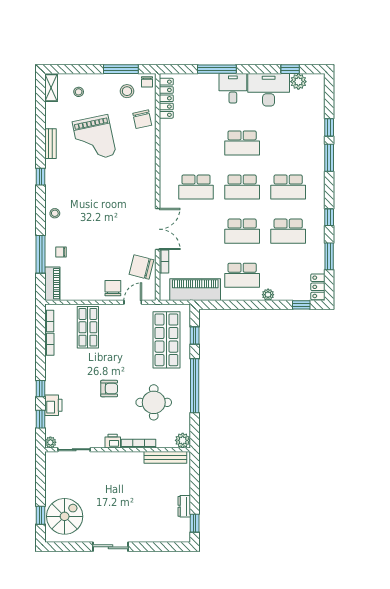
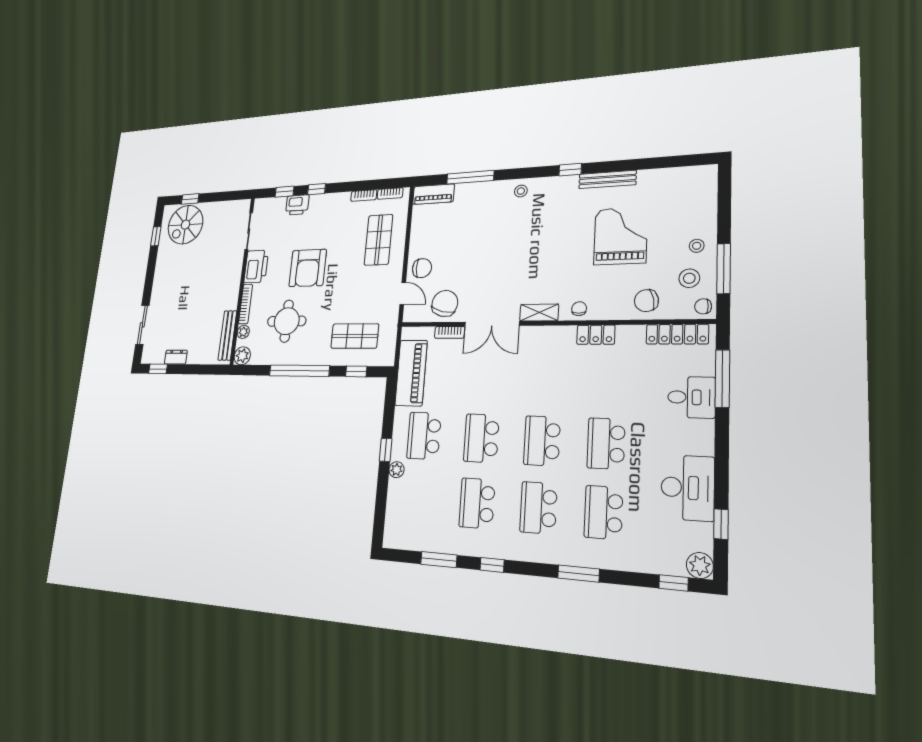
window: (217, 69) -> (722, 379), moved
plant: (298, 82) -> (700, 565), moved
shelving: (51, 88) -> (539, 313), moved
desk: (233, 88) -> (691, 397), moved
stool: (79, 92) -> (697, 246), moved
window: (329, 127) -> (674, 583), moved
grand piano: (94, 138) -> (620, 236), turned 102
bench: (51, 144) -> (607, 180), width x1.36
school desk: (196, 187) -> (603, 512), moved
chair: (61, 252) -> (579, 309), moved
locker: (318, 287) -> (596, 335), moved, turned 180
window: (301, 305) -> (386, 450), moved
shop shelf: (88, 327) -> (379, 240), turned 90
shop shelf: (166, 340) -> (355, 336), width x0.70, depth x0.74
armchair: (109, 389) -> (308, 268), width x1.88, depth x1.88
printer: (113, 441) -> (256, 266), width x1.87, depth x1.48
plant: (50, 442) -> (243, 332), moved
spiral stairs: (65, 516) -> (185, 225), turned 90
window: (74, 547) -> (156, 236), added
sliding door: (110, 547) -> (142, 325), moved

